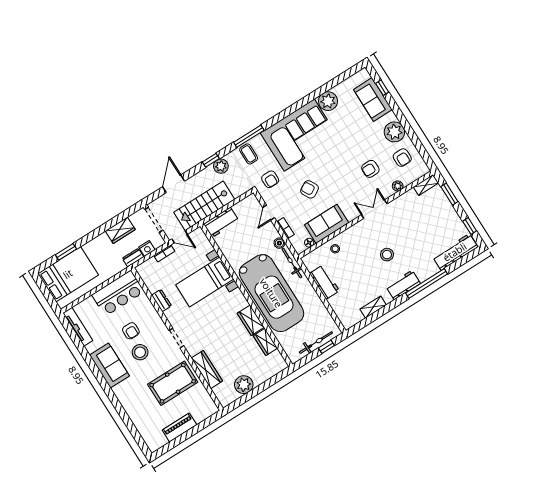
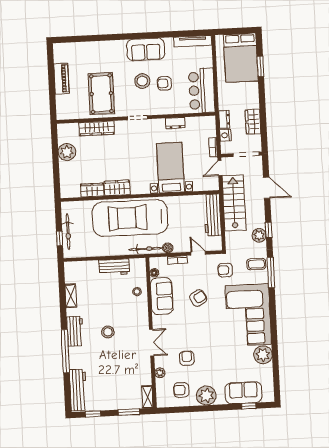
workbench: (221, 222) -> (213, 215), width x1.38

